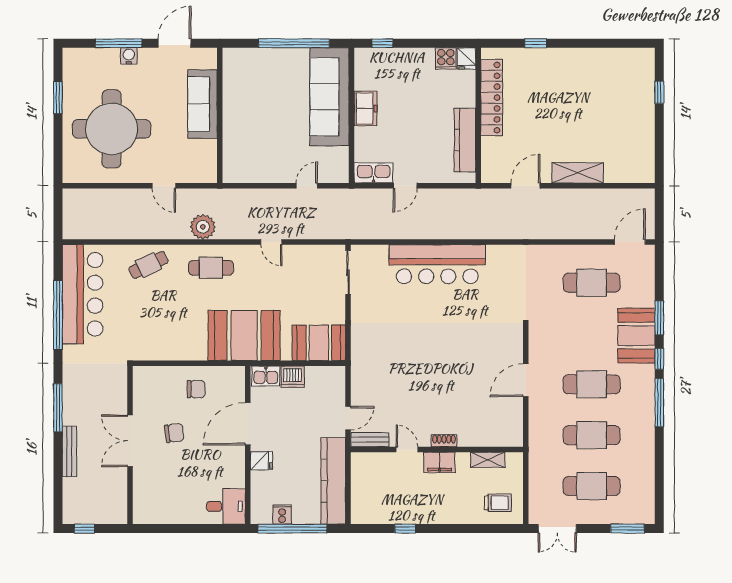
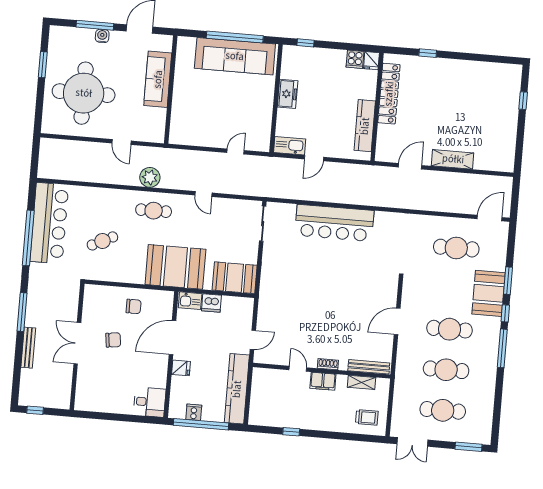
sofa: (329, 97) -> (235, 56), moved, turned -90
cafe table: (148, 265) -> (102, 241), moved
bench: (370, 440) -> (369, 367), moved, width x1.36

